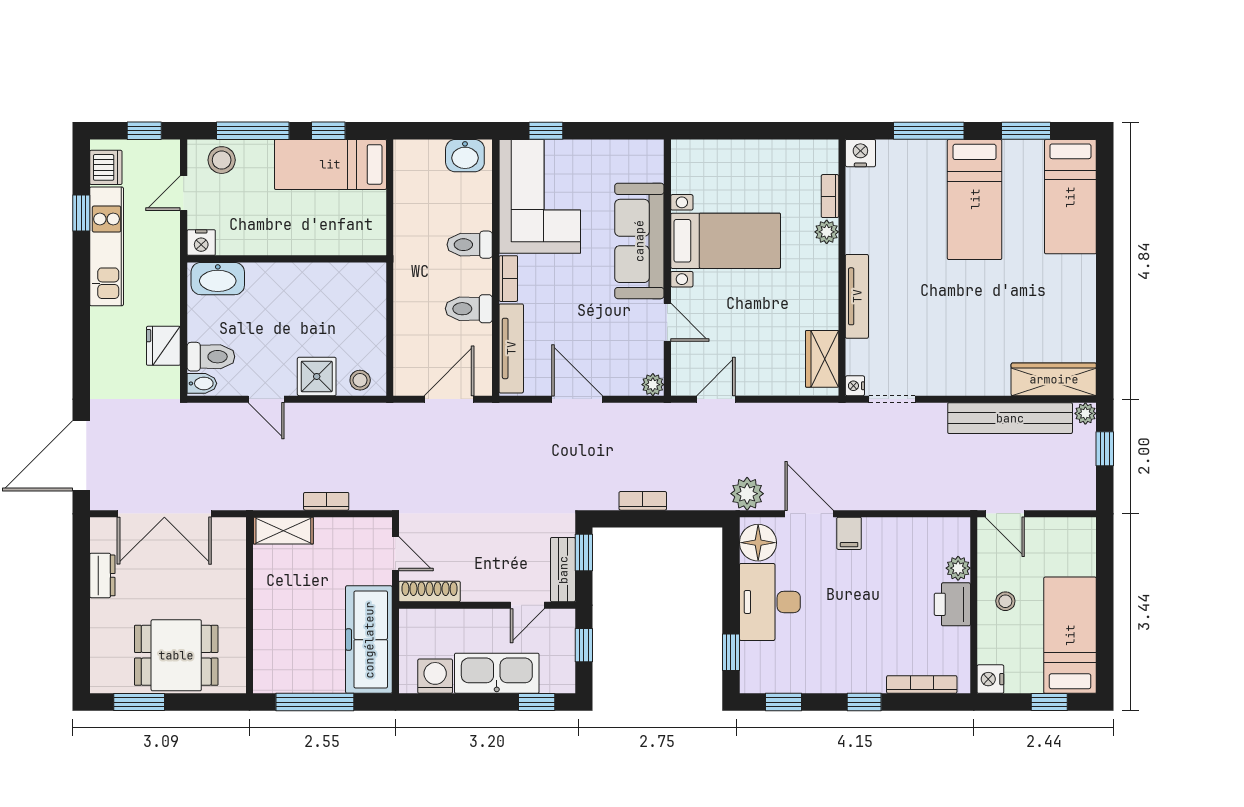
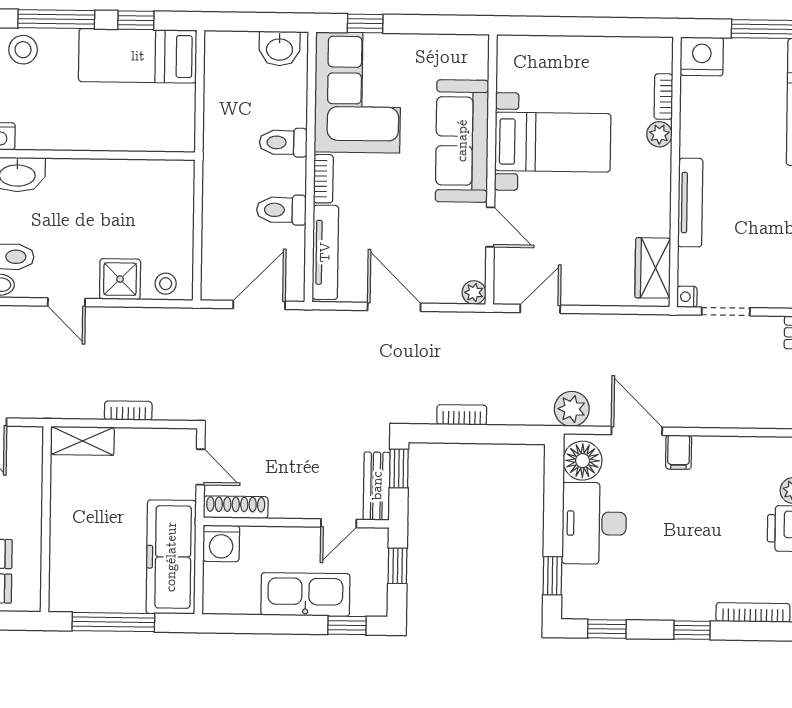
nightstand: (860, 153) -> (702, 56), width x1.36, depth x1.33
washing machine: (435, 676) -> (221, 543), moved, turned 180

